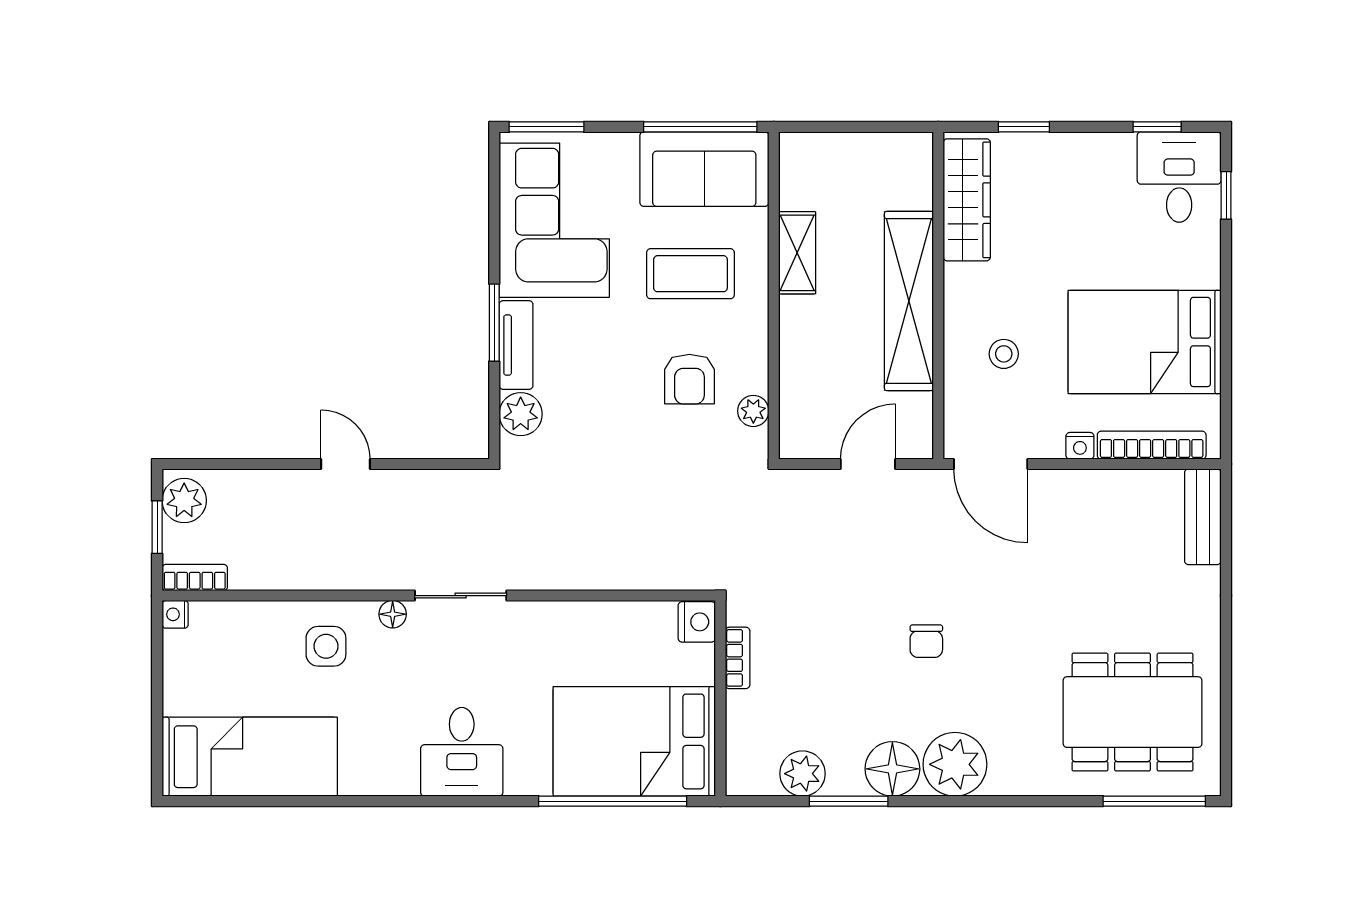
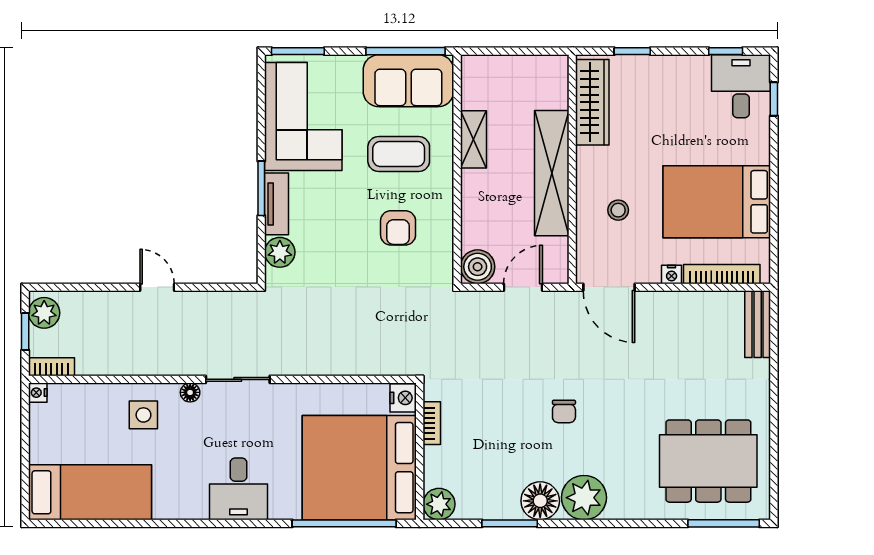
plant: (753, 411) -> (443, 250), removed
boiler: (803, 435) -> (478, 267), added
bed: (634, 741) -> (359, 468), width x1.36
plant: (802, 774) -> (439, 504), moved

